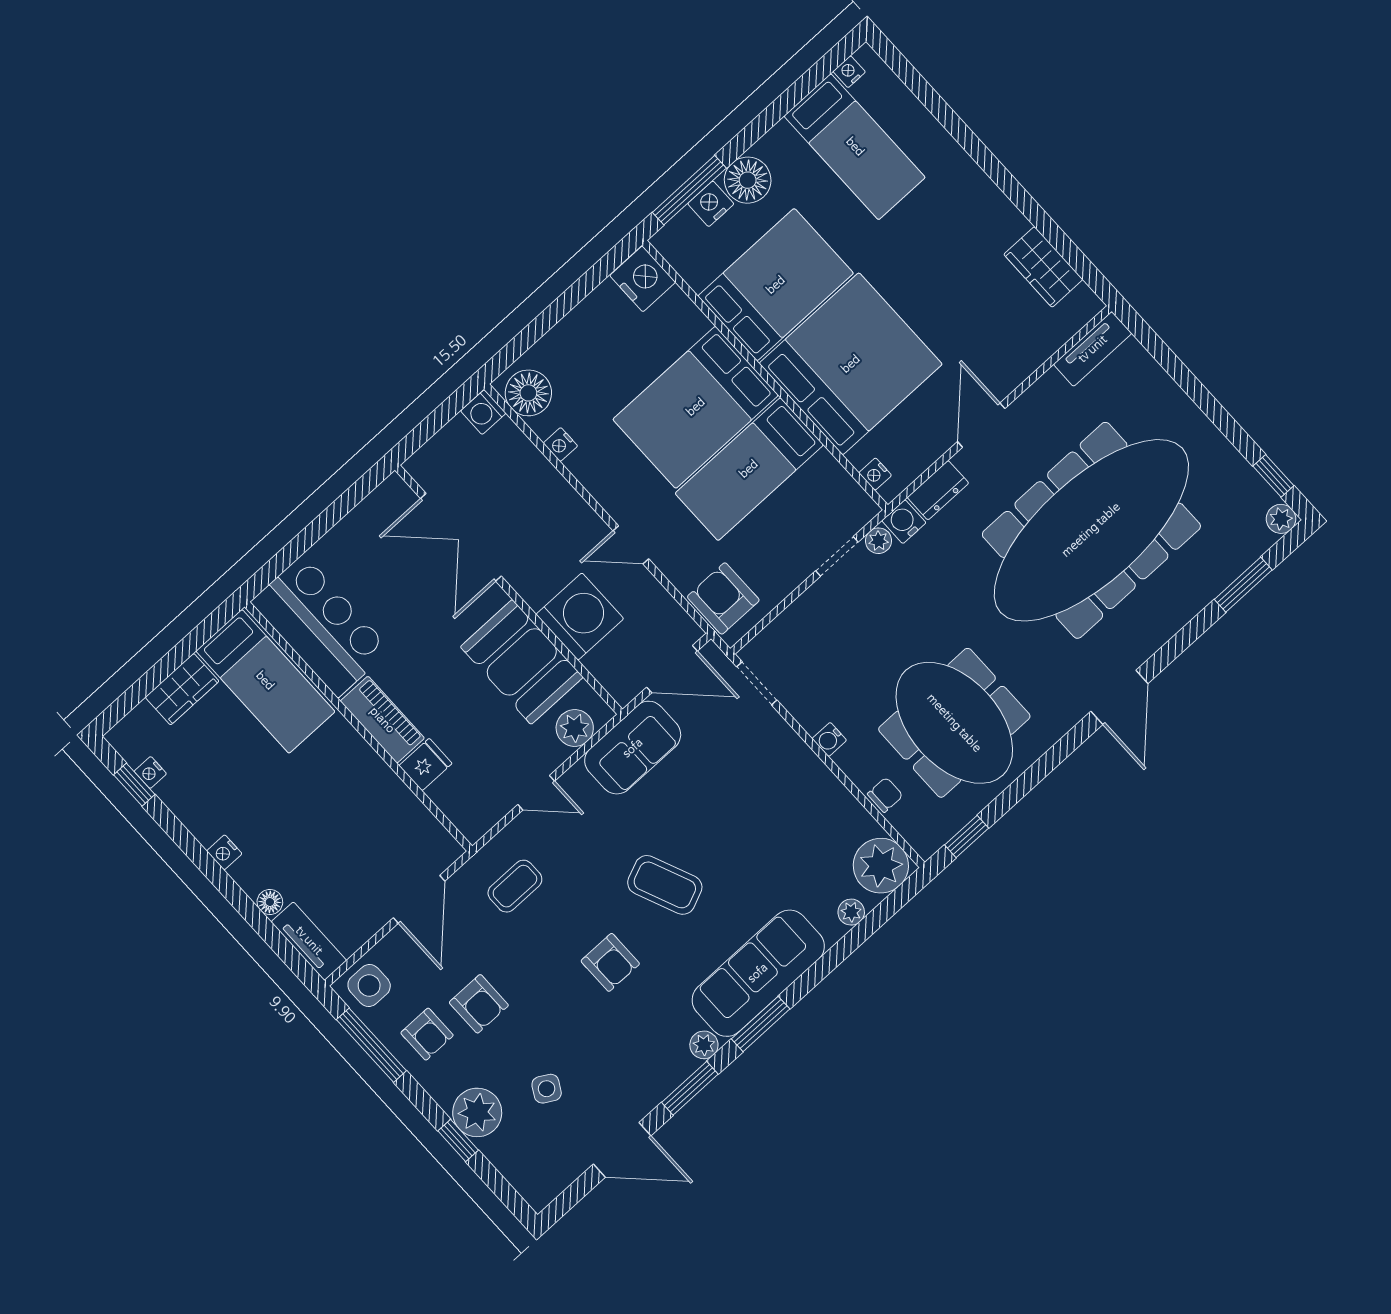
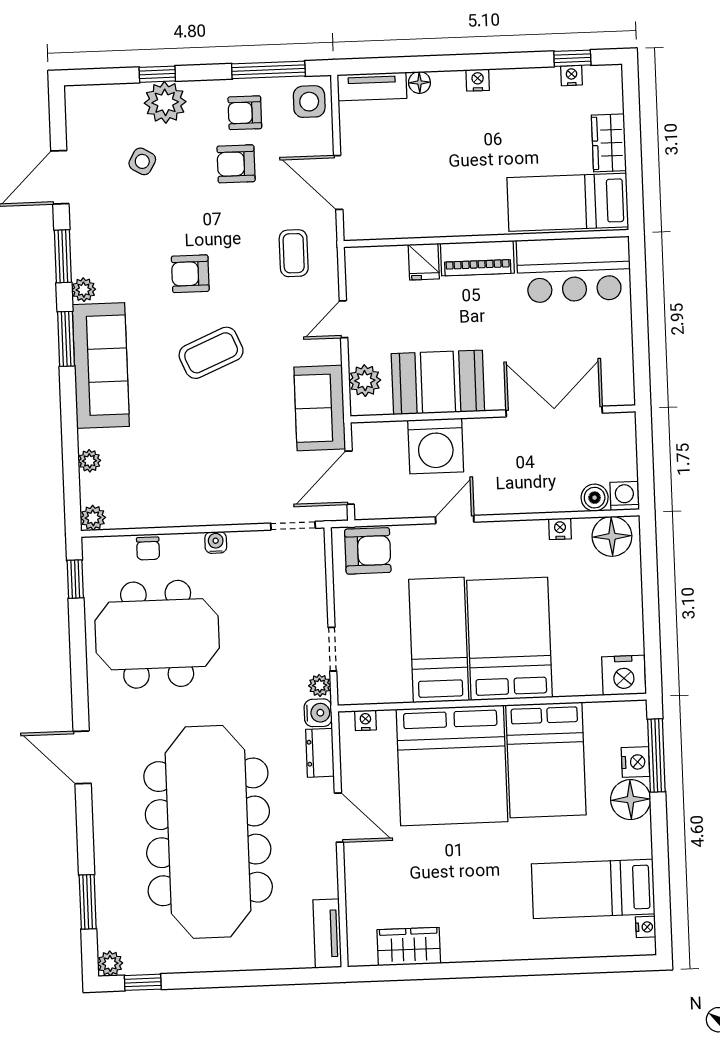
boiler: (507, 437) -> (595, 498), added
plant: (881, 866) -> (93, 518), width x0.53, depth x0.53

